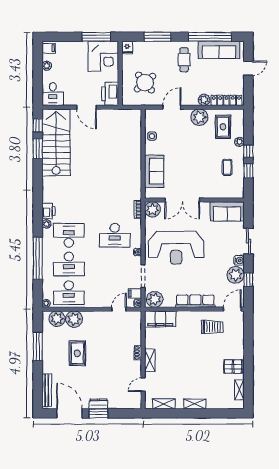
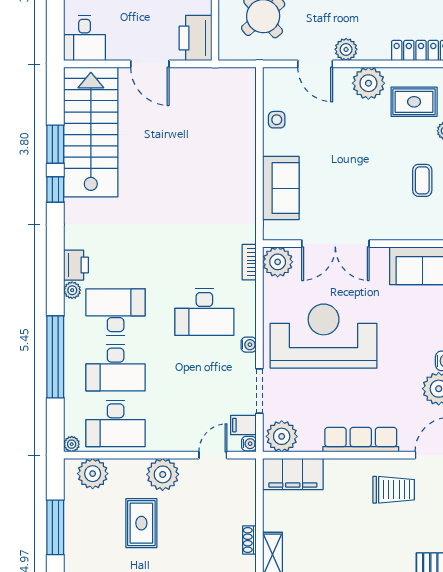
plant: (204, 100) -> (346, 49), moved
door: (172, 107) -> (315, 64), swing flipped
window: (38, 125) -> (55, 189), moved
rug: (223, 127) -> (414, 102), turned 90
reception desk: (176, 248) -> (324, 336), turned 180
plant: (74, 319) -> (163, 474), moved
rug: (77, 353) -> (141, 523), moved

